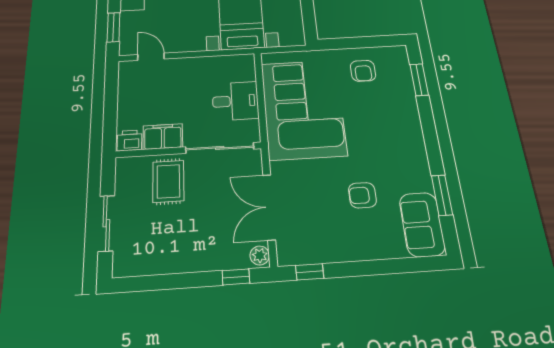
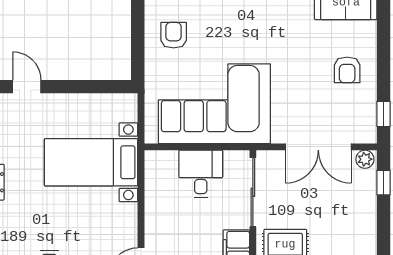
armchair: (363, 71) -> (174, 35), turned -90
armchair: (362, 195) -> (347, 70), moved

